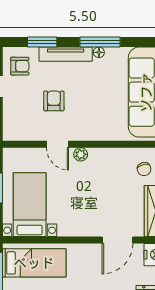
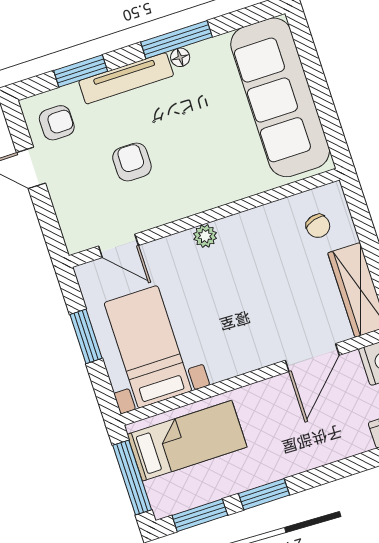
door: (57, 144) -> (118, 246), moved

